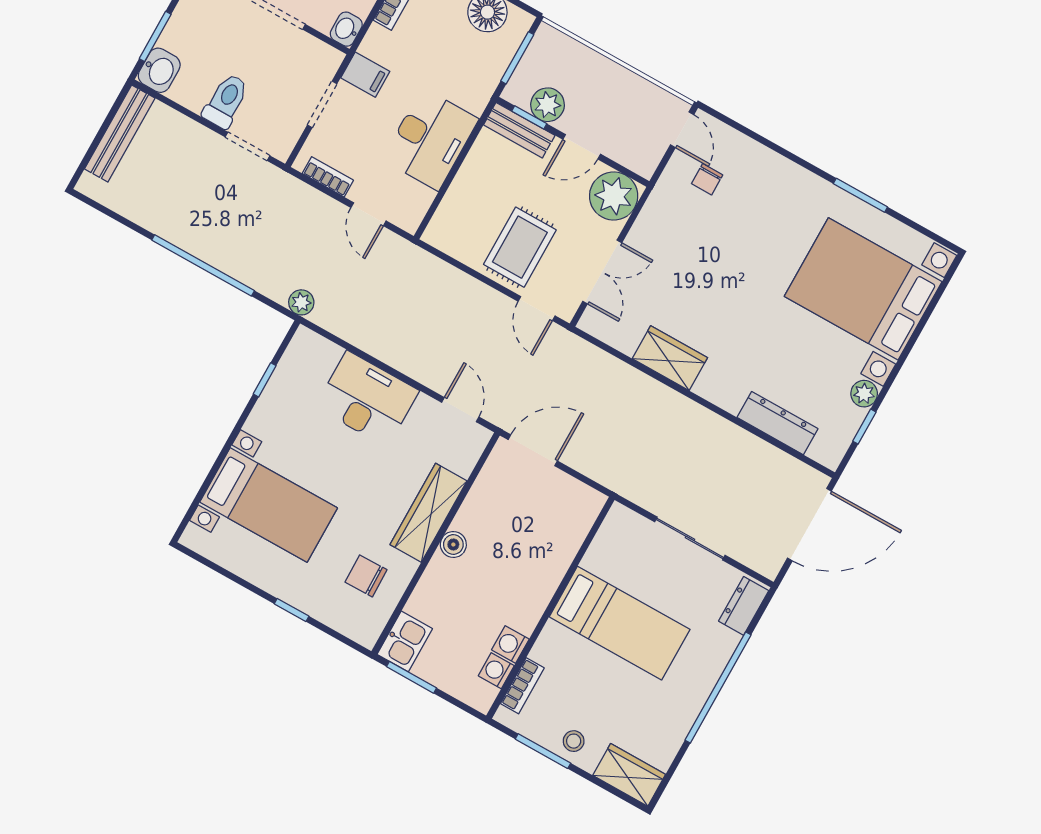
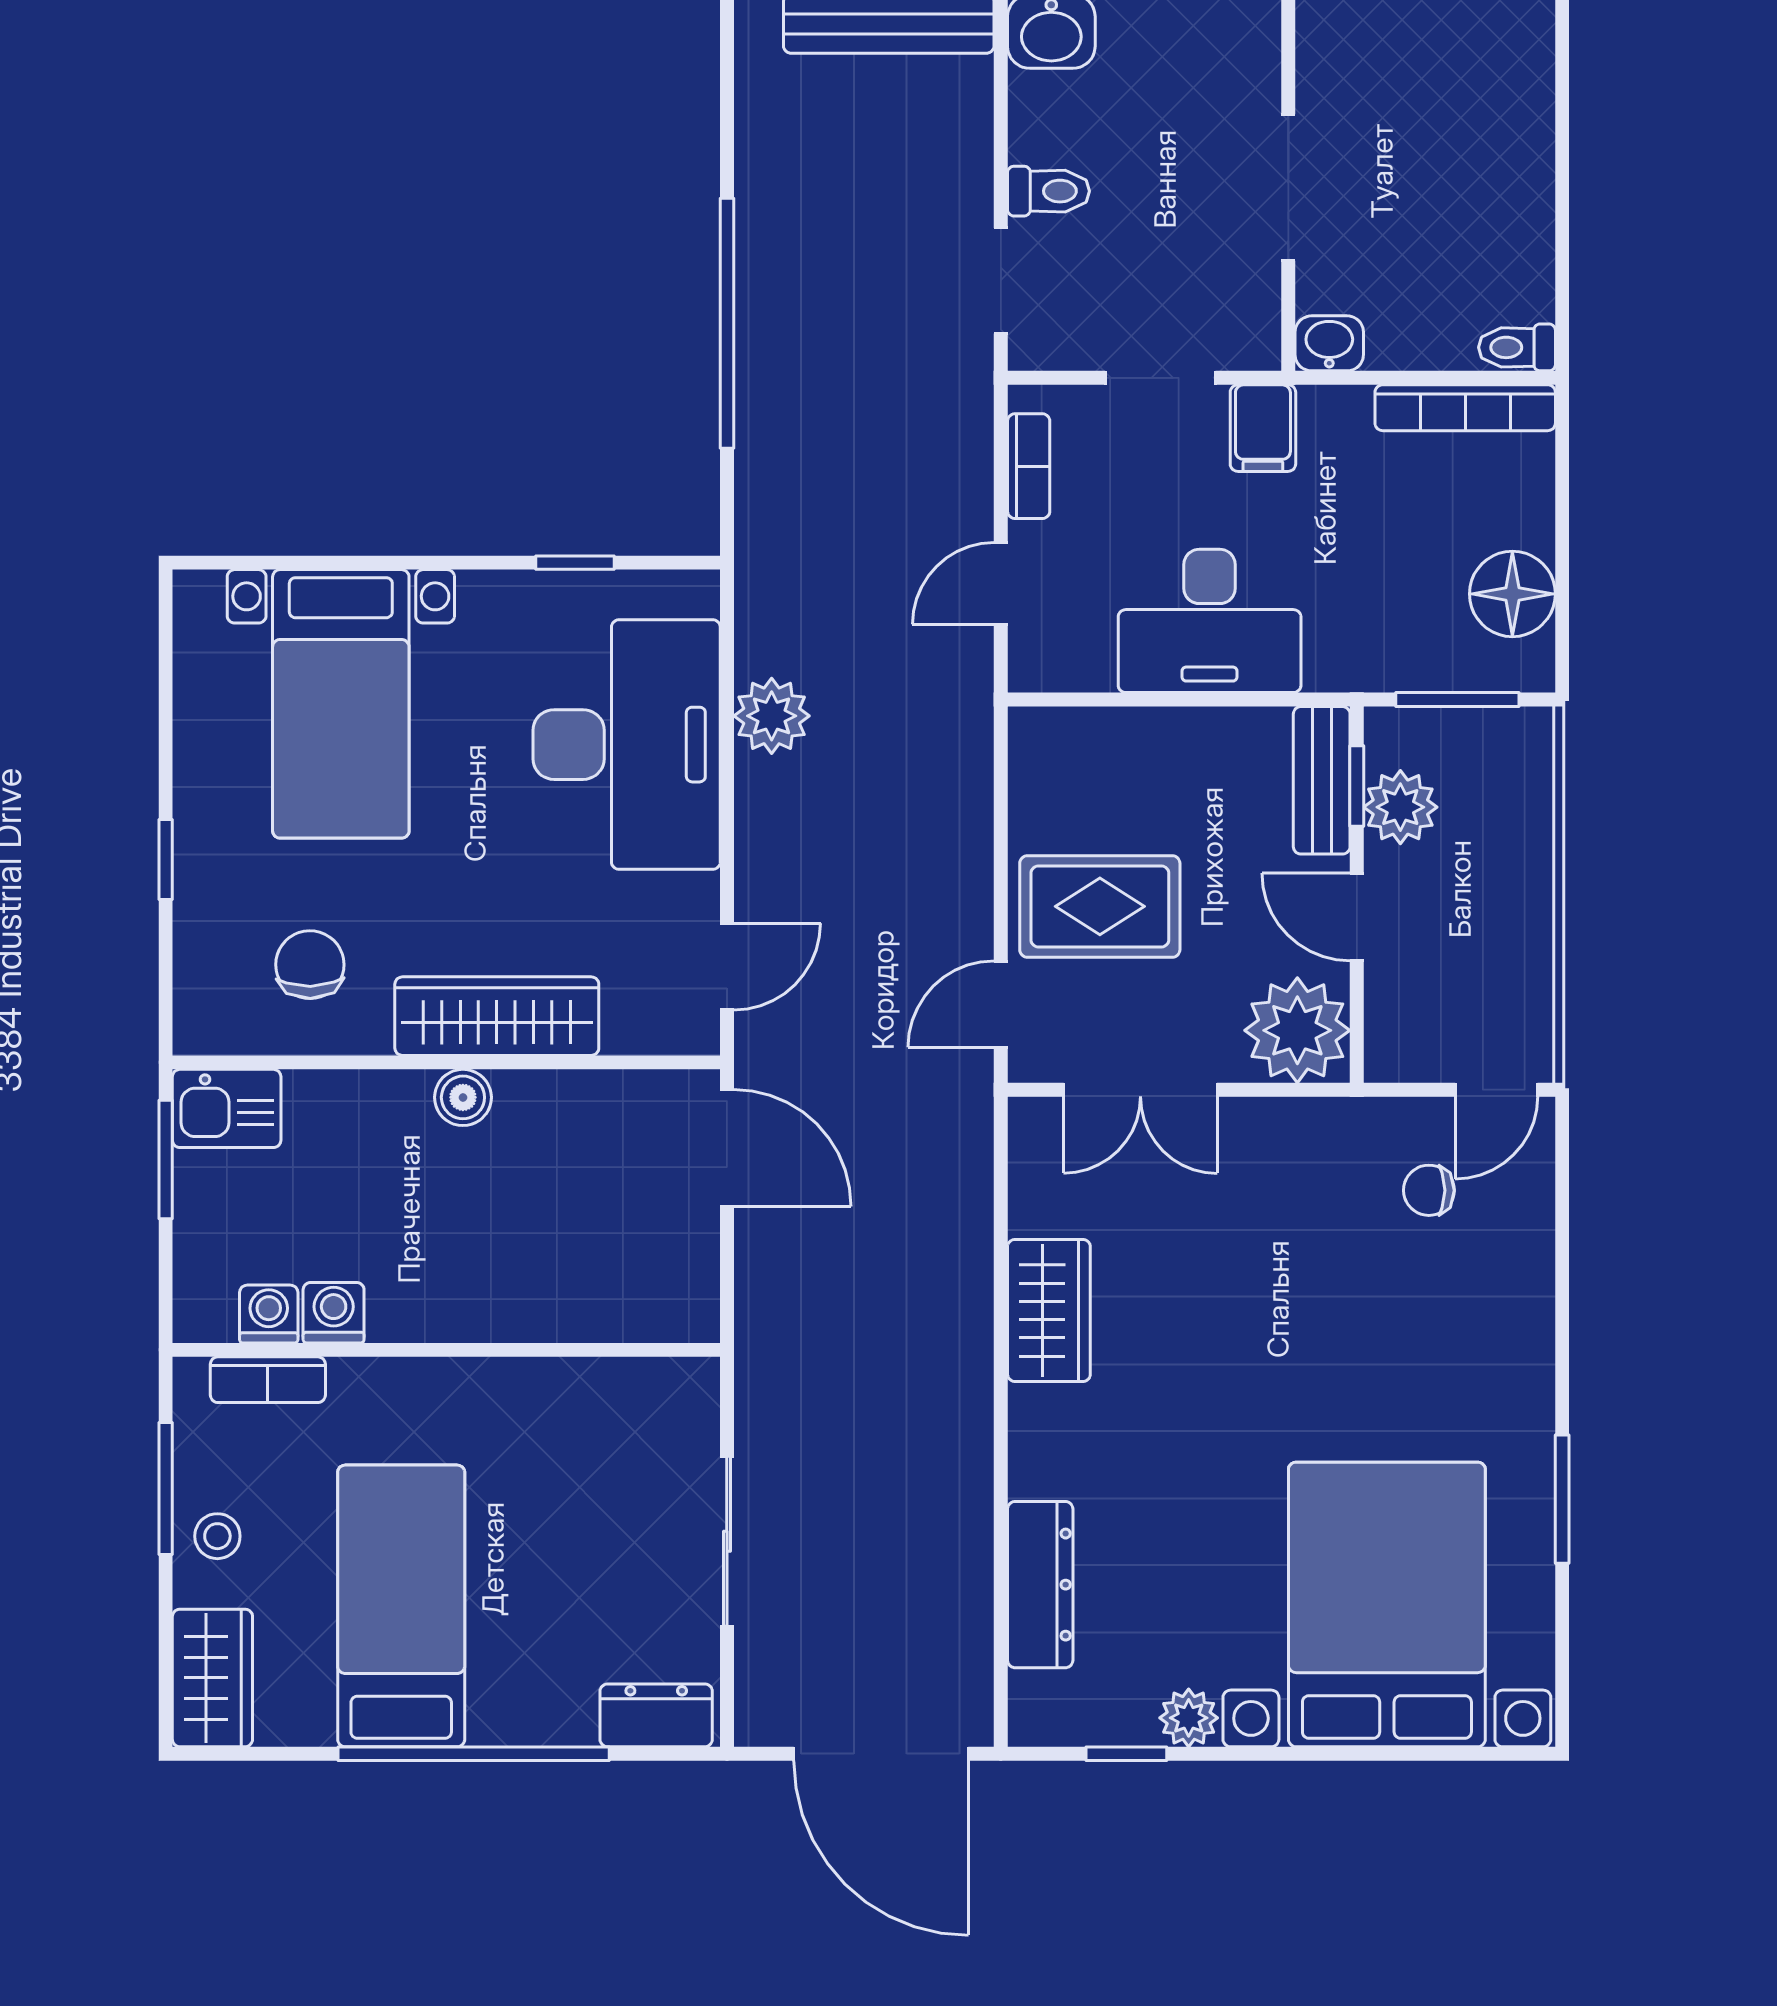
toilet: (226, 101) -> (1048, 191), width x0.73, depth x0.72
plant: (301, 302) -> (772, 716), moved, width x1.38, depth x1.38
desk: (367, 399) -> (627, 745), width x1.36, depth x1.30
bed: (620, 623) -> (401, 1606), moved, turned 180

